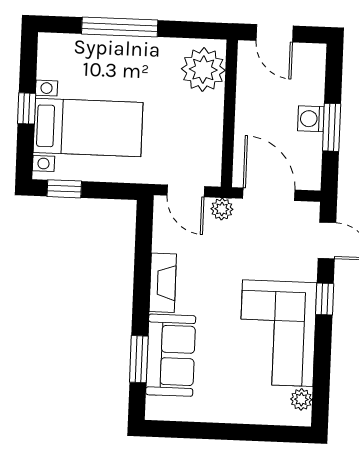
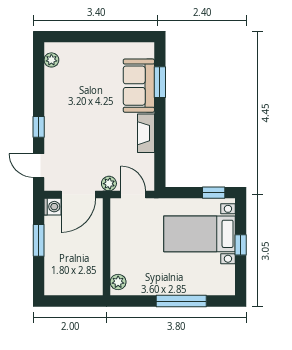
door: (275, 33) -> (79, 301), removed
plant: (203, 70) -> (118, 282), width x0.53, depth x0.53
washing machine: (311, 119) -> (53, 207), moved
door: (269, 194) -> (78, 195), hinge flipped
corner sofa: (278, 333) -> (69, 103), removed

